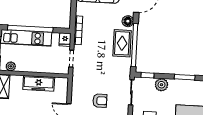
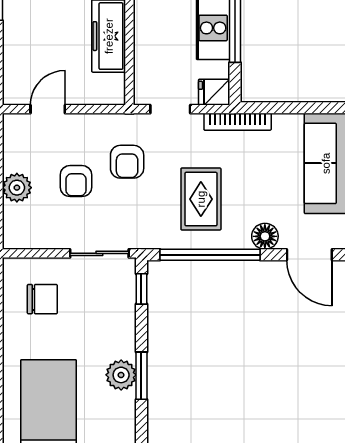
rug: (122, 43) -> (201, 199), moved, turned 90
armchair: (93, 78) -> (127, 162), added
plant: (161, 85) -> (121, 375), moved

